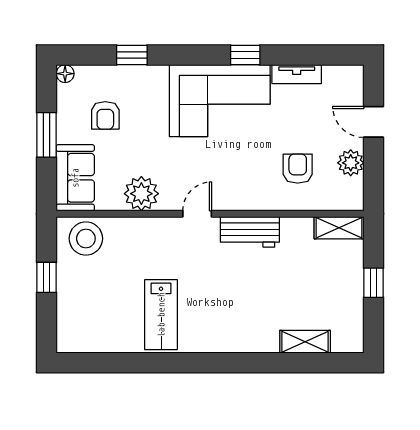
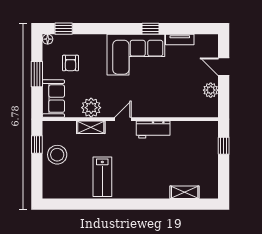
window: (132, 55) -> (64, 29), moved
armchair: (298, 169) -> (180, 93), removed
shelving: (339, 228) -> (91, 127), moved
stool: (86, 239) -> (57, 155), moved
window: (46, 277) -> (37, 144), moved
window: (373, 283) -> (224, 146), moved

